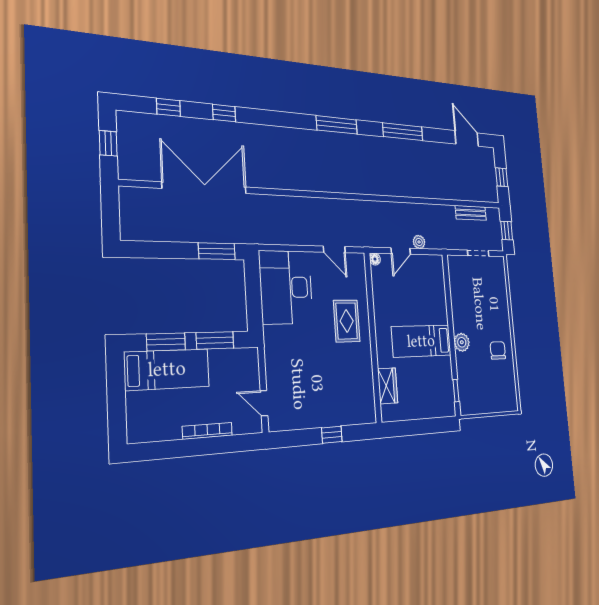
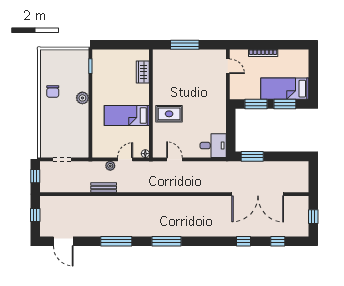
bench: (471, 213) -> (104, 188), moved
desk: (286, 287) -> (213, 146), width x0.53, depth x0.77
rug: (347, 321) -> (169, 114), turned 90
bed: (421, 341) -> (127, 116), moved, turned 180
window: (332, 435) -> (185, 45), width x2.17

